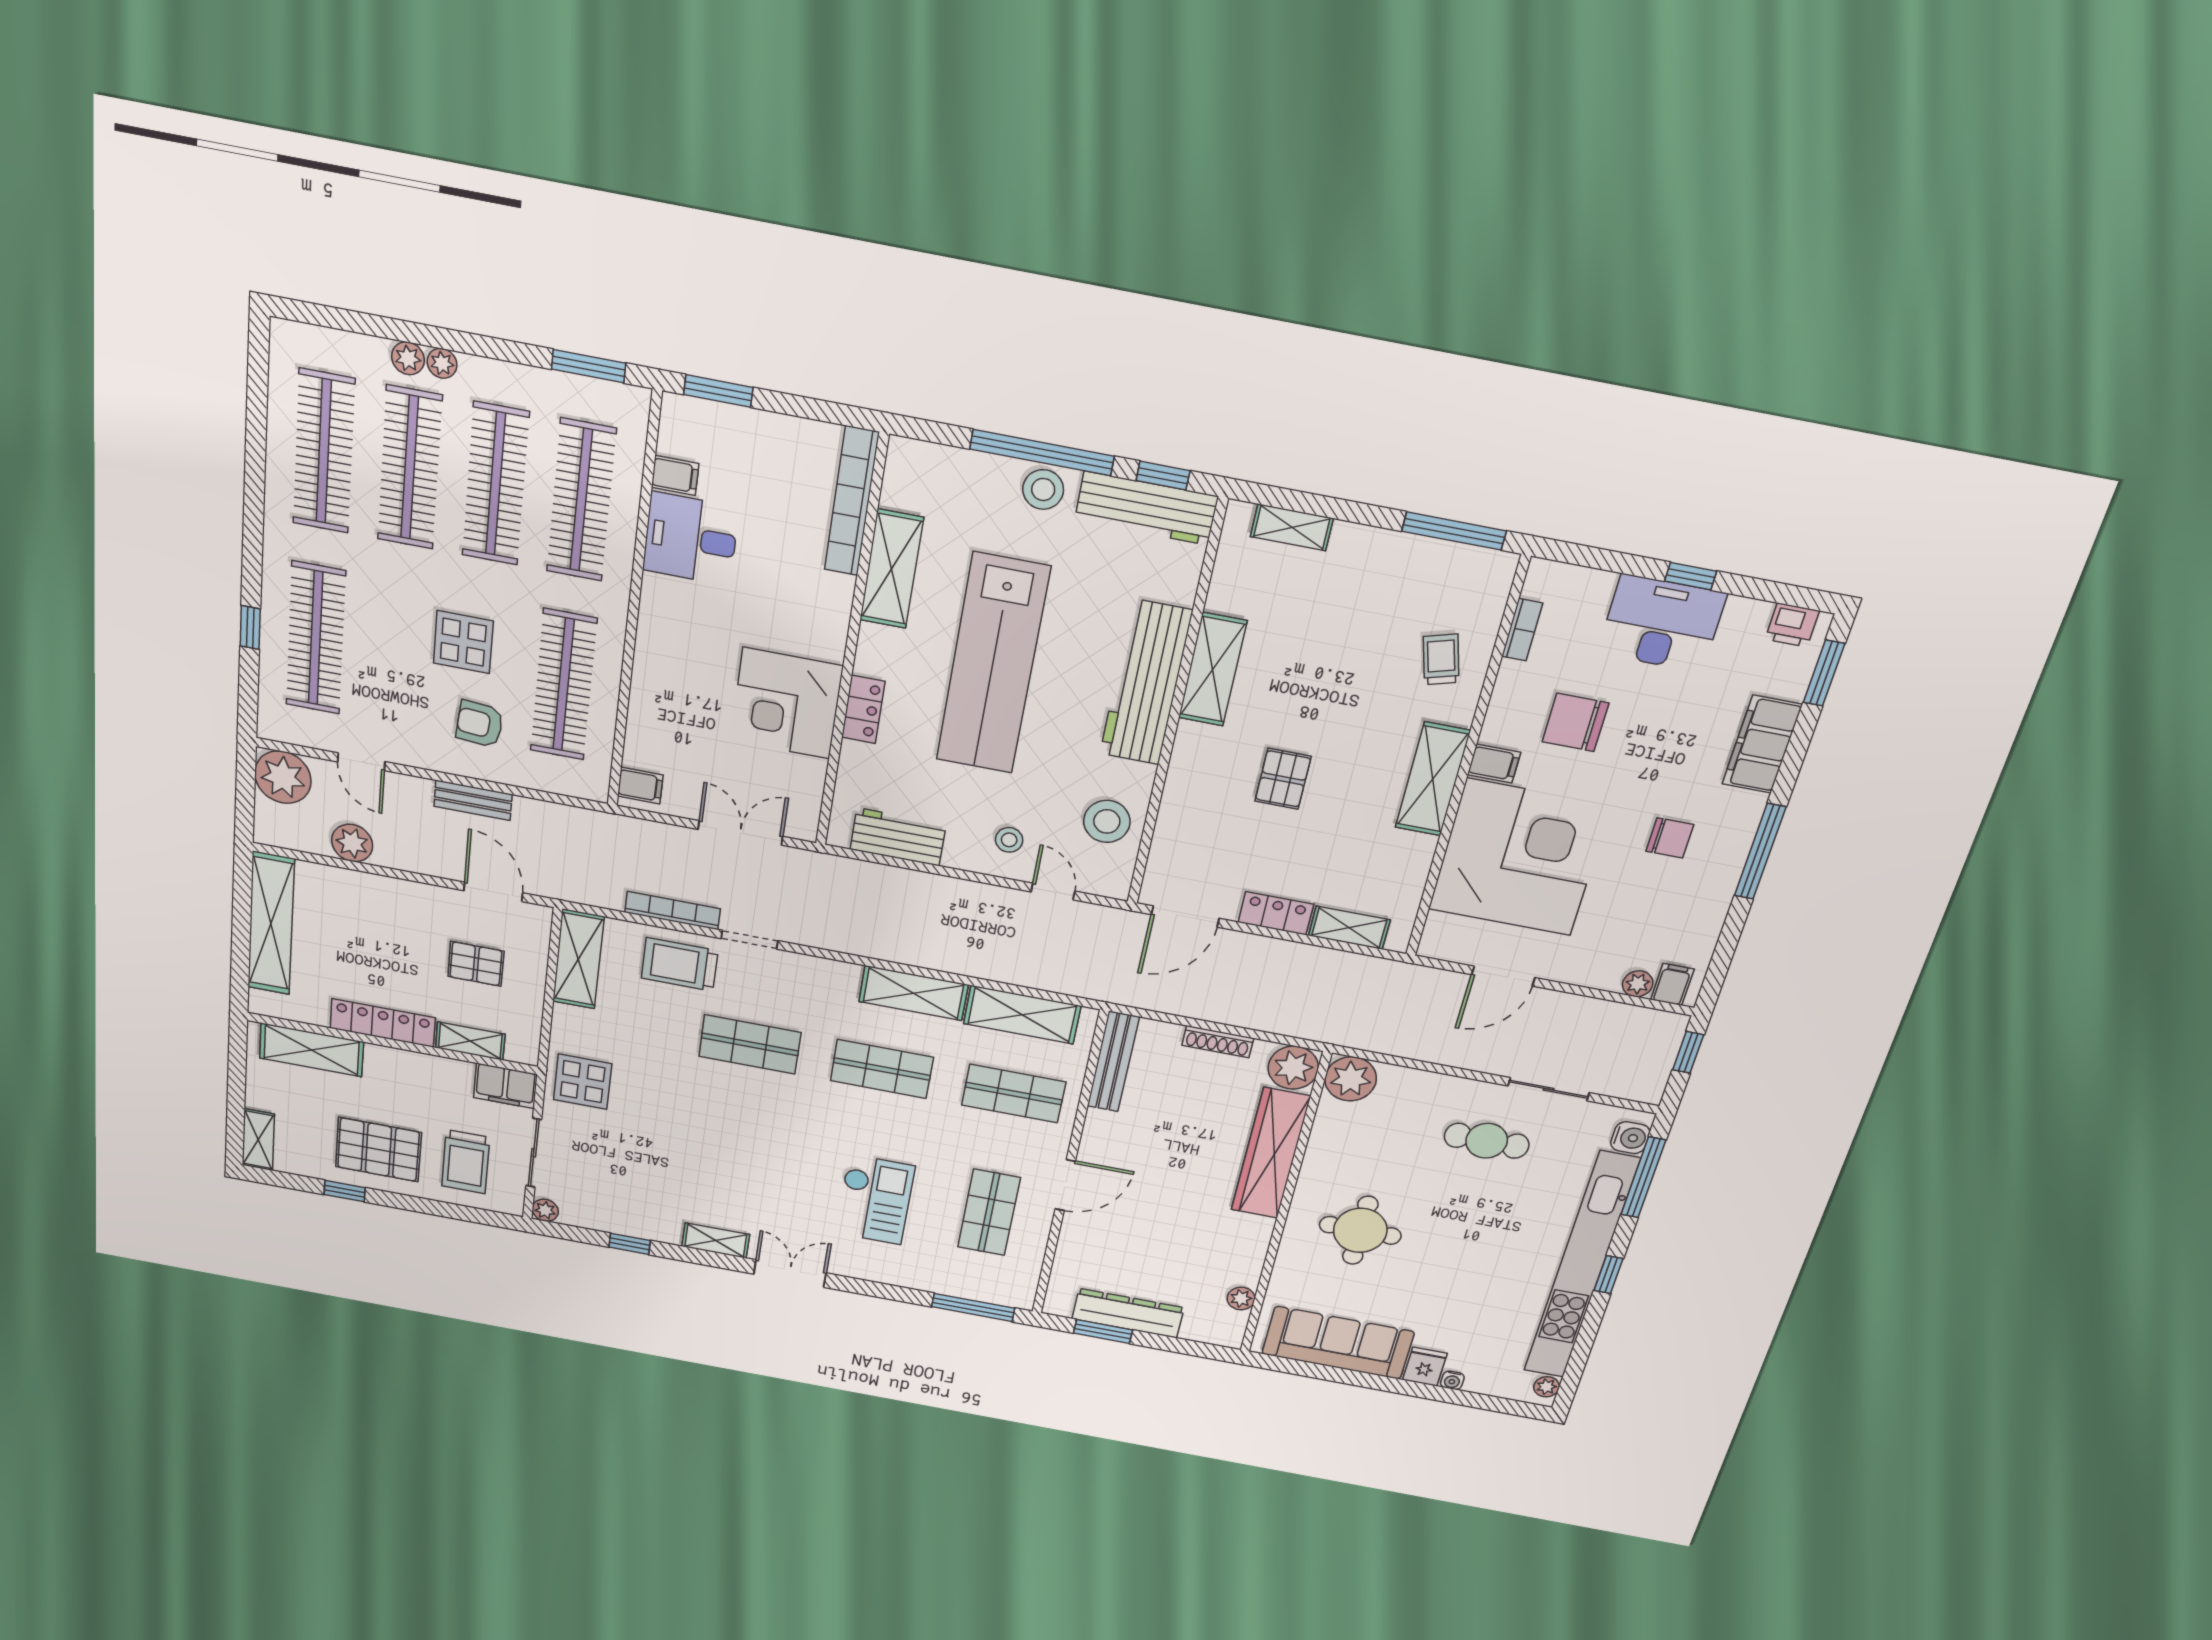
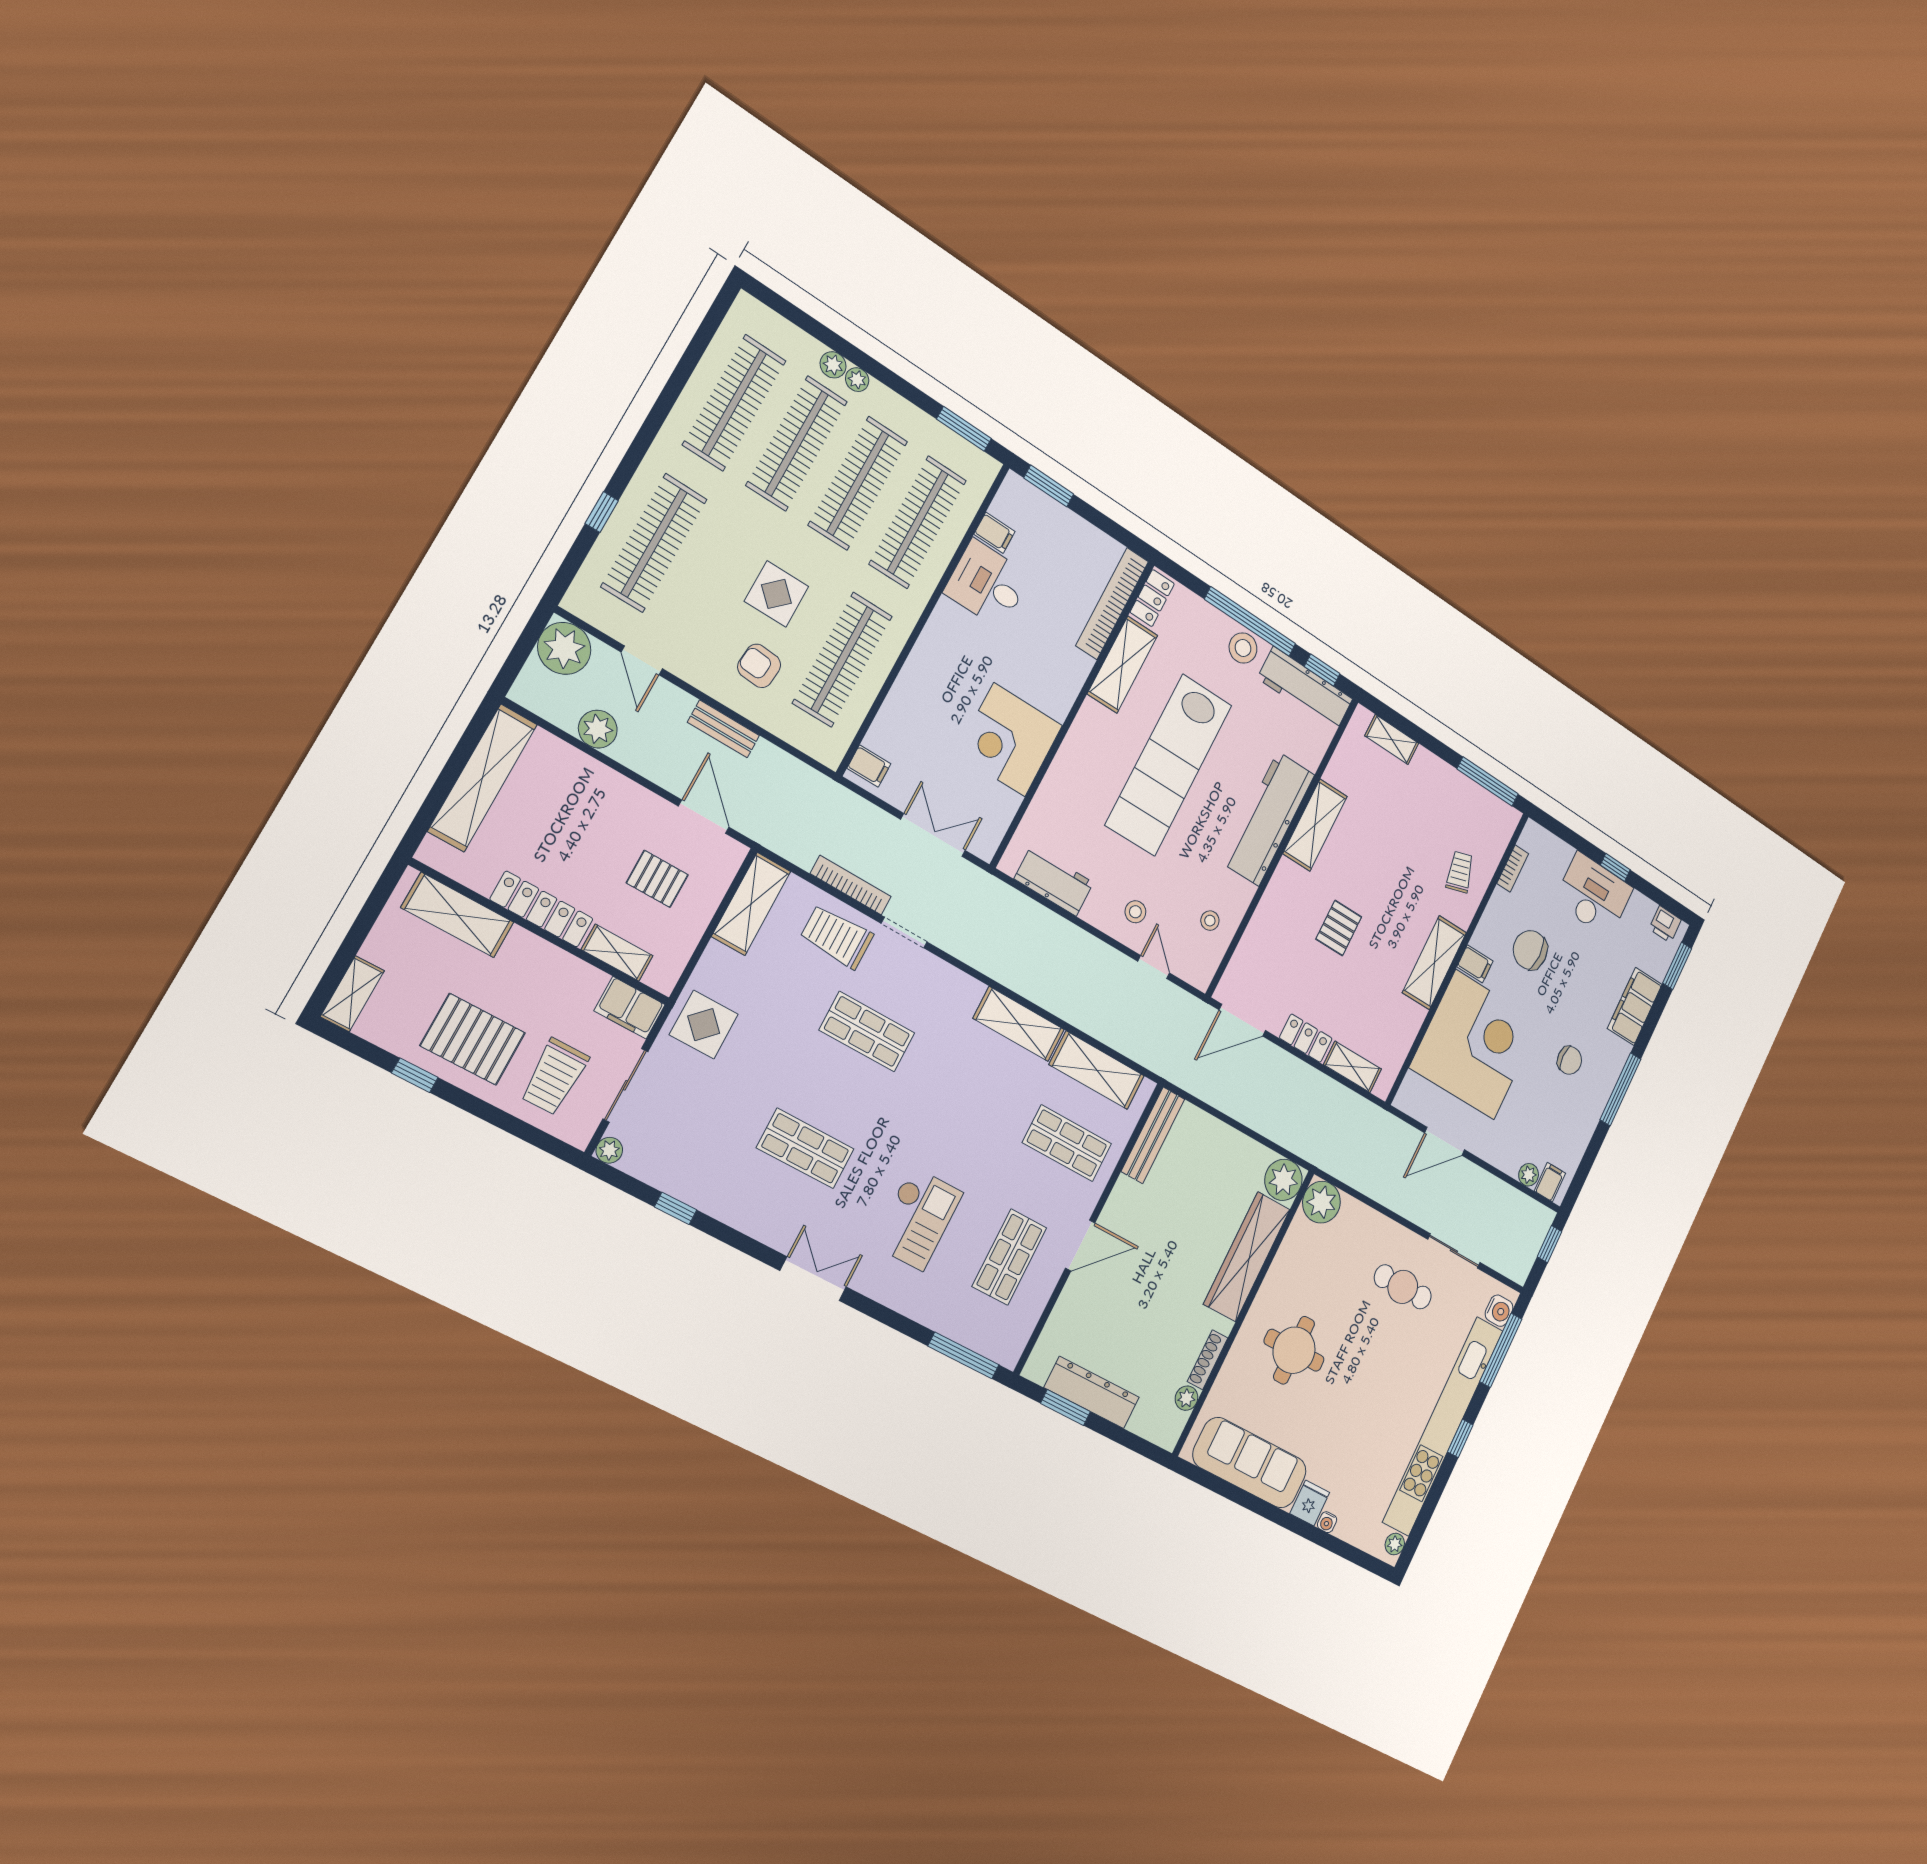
locker: (863, 709) -> (1152, 598), moved
stool: (1107, 821) -> (1210, 921), width x0.53, depth x0.53
shoe rack: (1218, 1042) -> (1207, 1360), moved, turned 90
shop shelf: (882, 1069) -> (805, 1148), moved
shelving: (716, 1241) -> (759, 1225), removed

